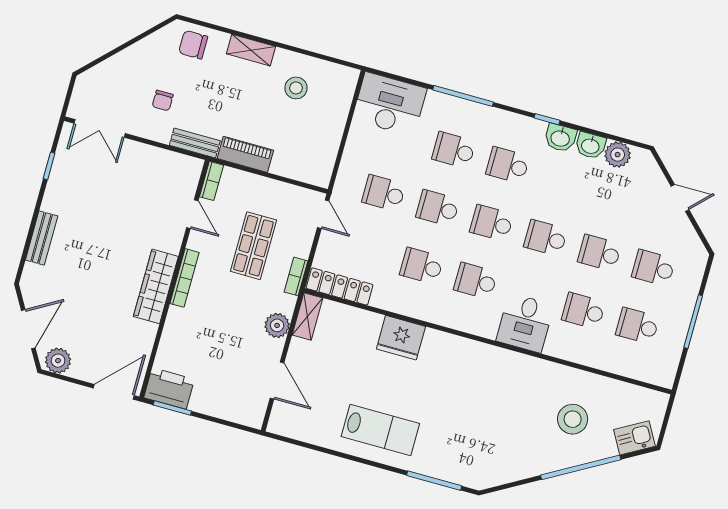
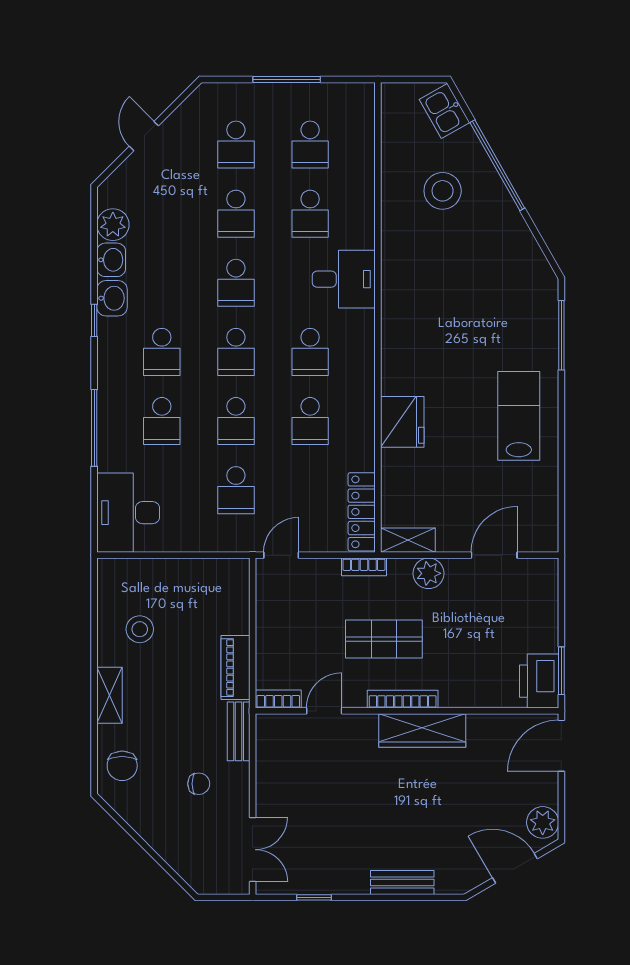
shop shelf: (254, 246) -> (384, 639), moved
door: (114, 392) -> (561, 746), hinge flipped

